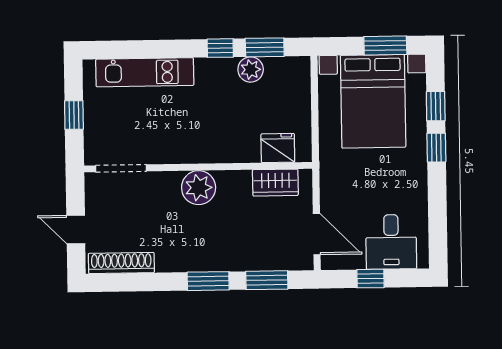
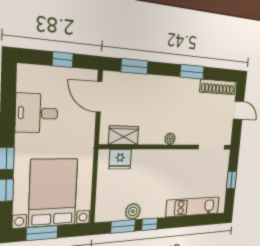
plant: (199, 188) -> (170, 139), width x0.53, depth x0.53
desk: (391, 242) -> (37, 113), moved, turned -90
window: (208, 281) -> (192, 72), moved

